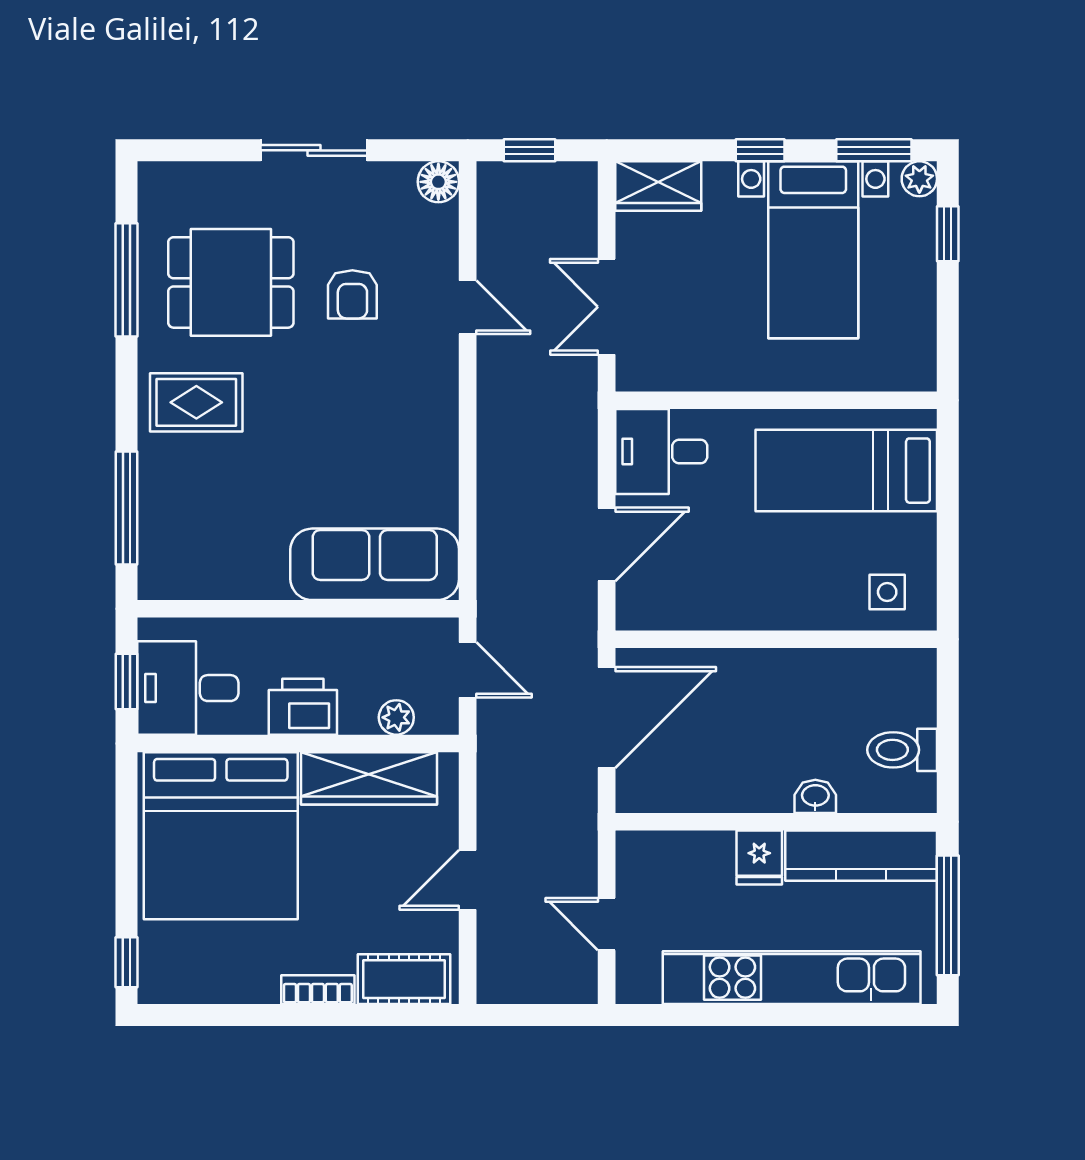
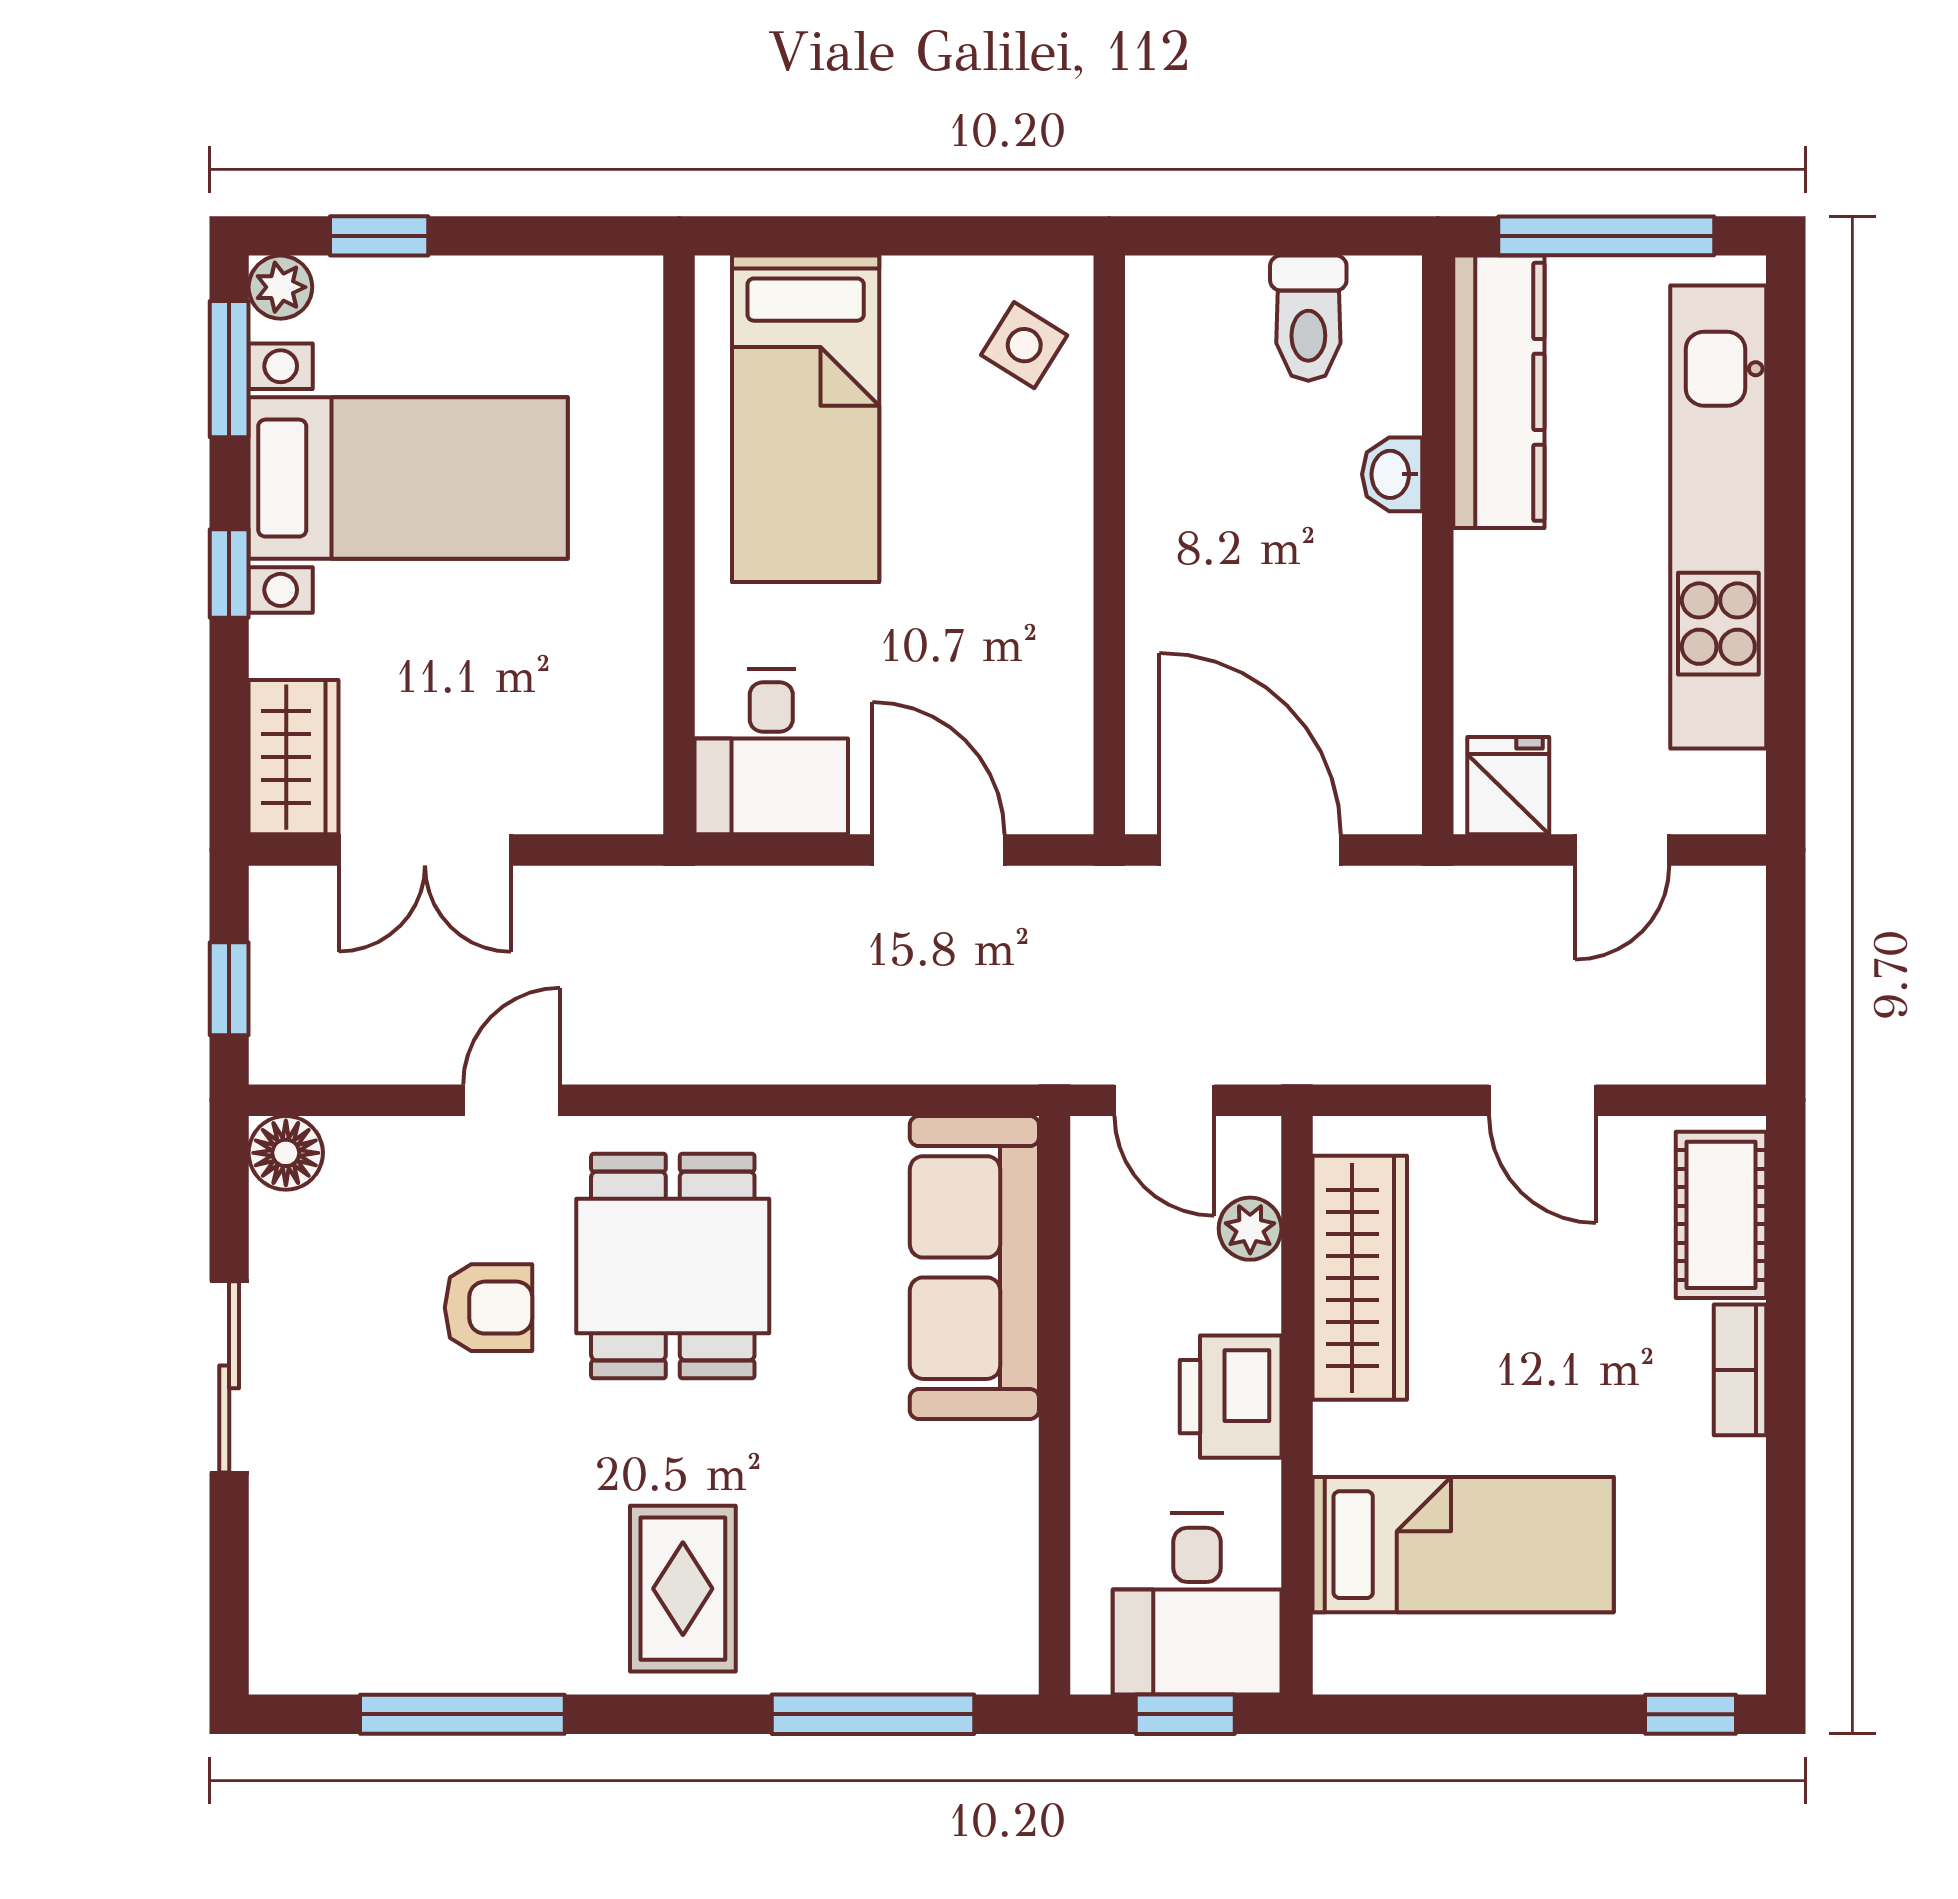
dining table: (231, 282) -> (673, 1266), moved
double door: (607, 307) -> (425, 850), moved
side table: (887, 592) -> (1024, 345), turned 32
door: (468, 670) -> (1164, 1100), swing flipped
bed: (221, 836) -> (1463, 1545), width x0.49
fridge: (759, 857) -> (1508, 786), moved, turned -90

